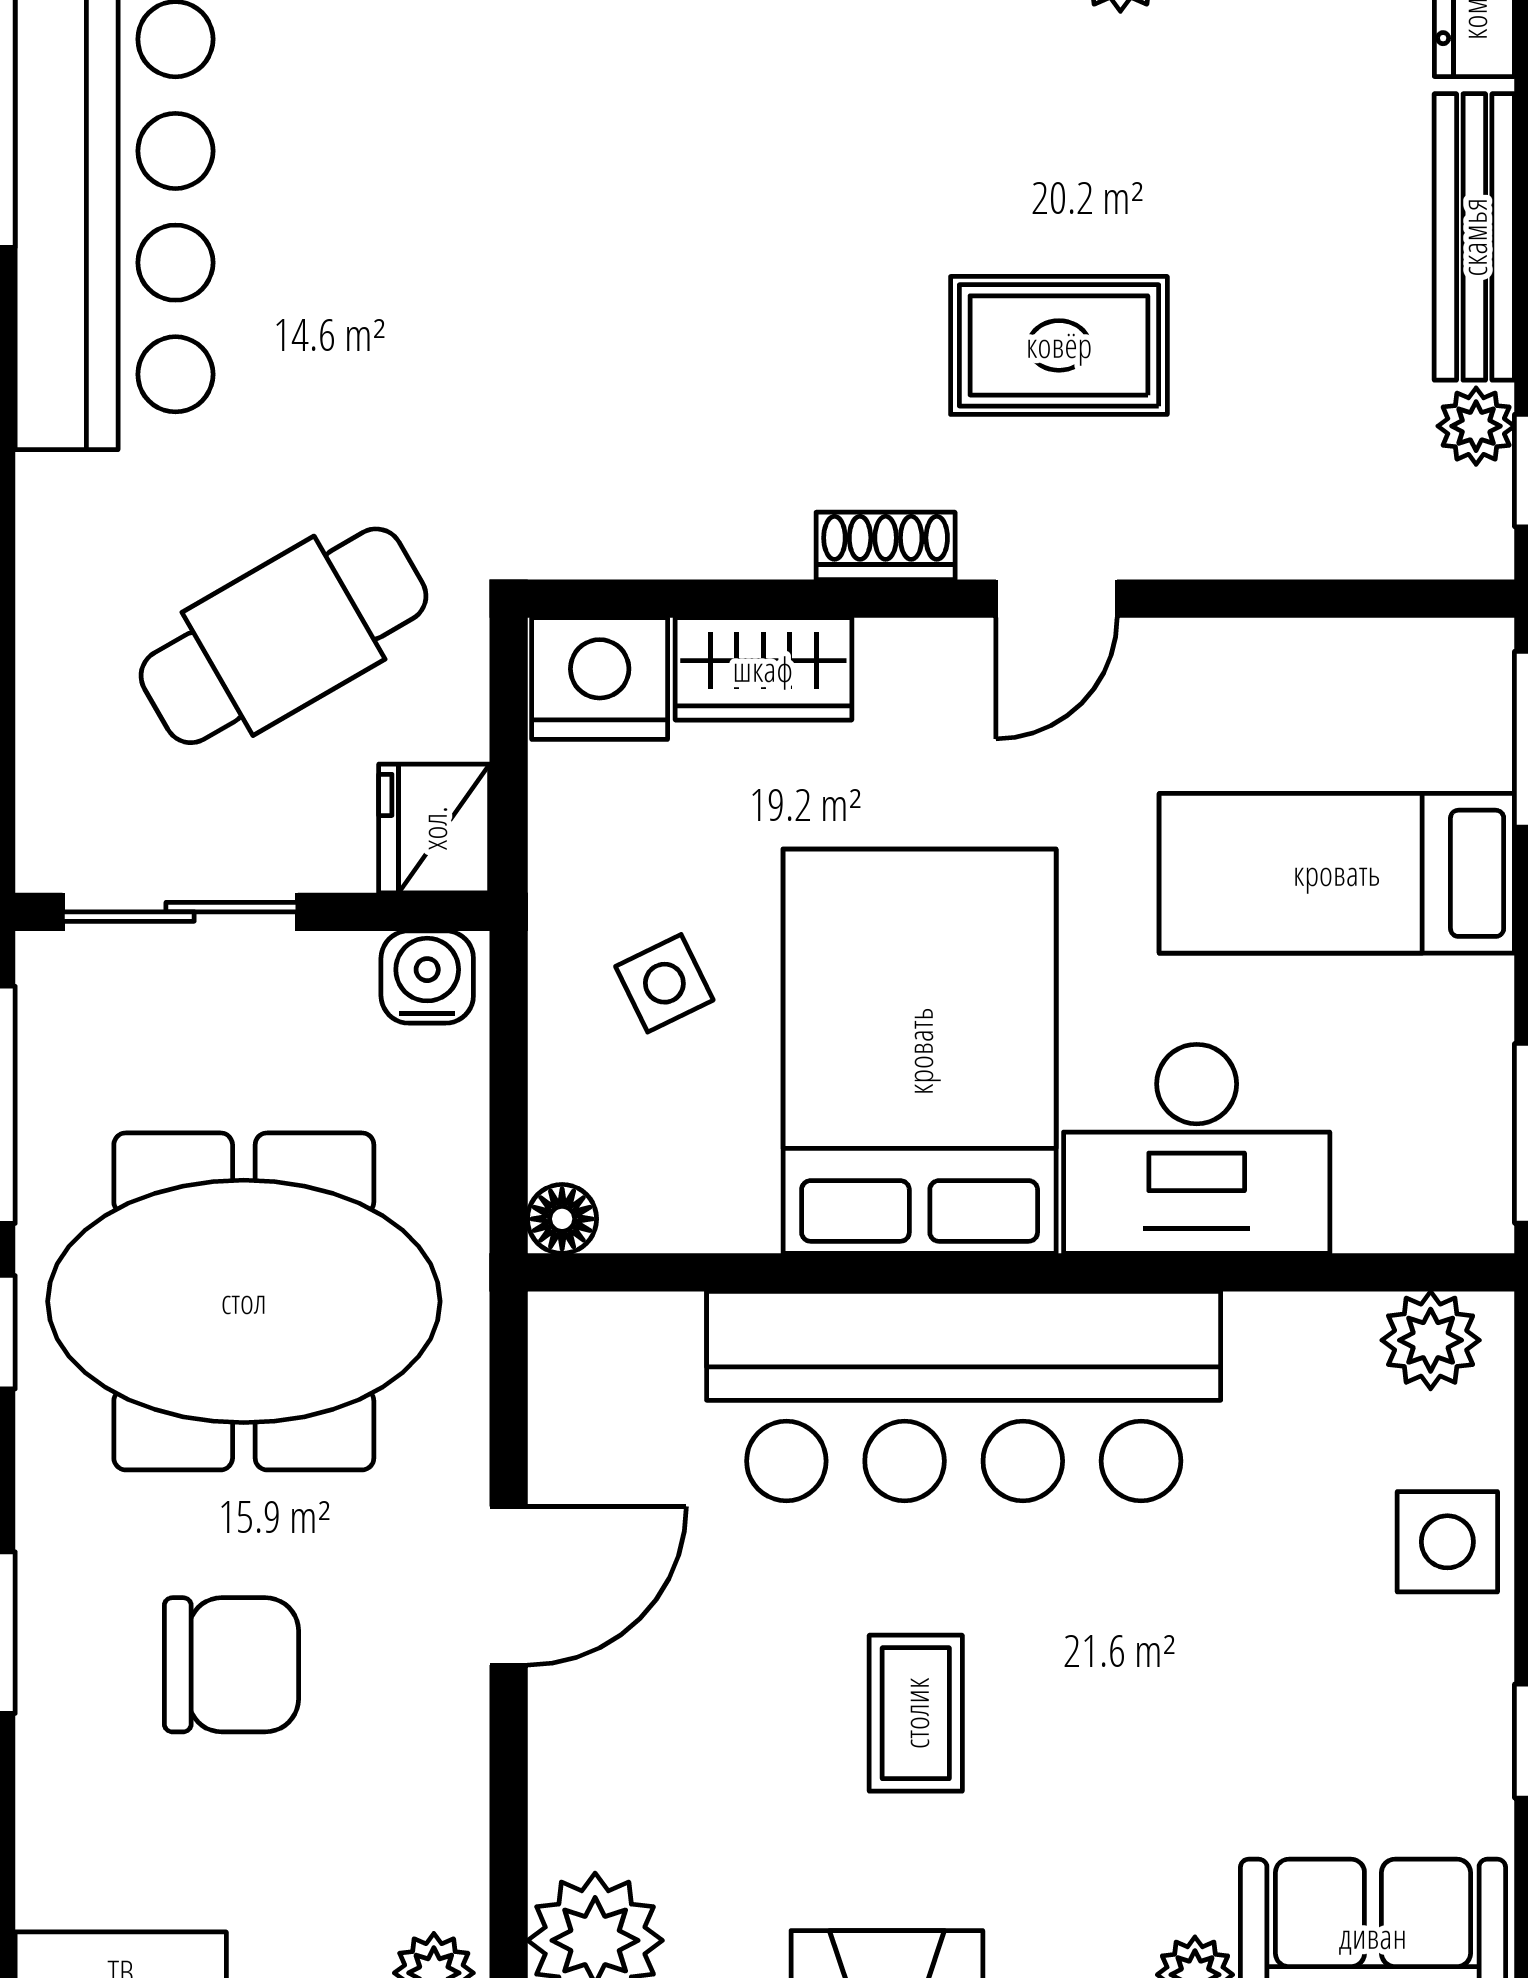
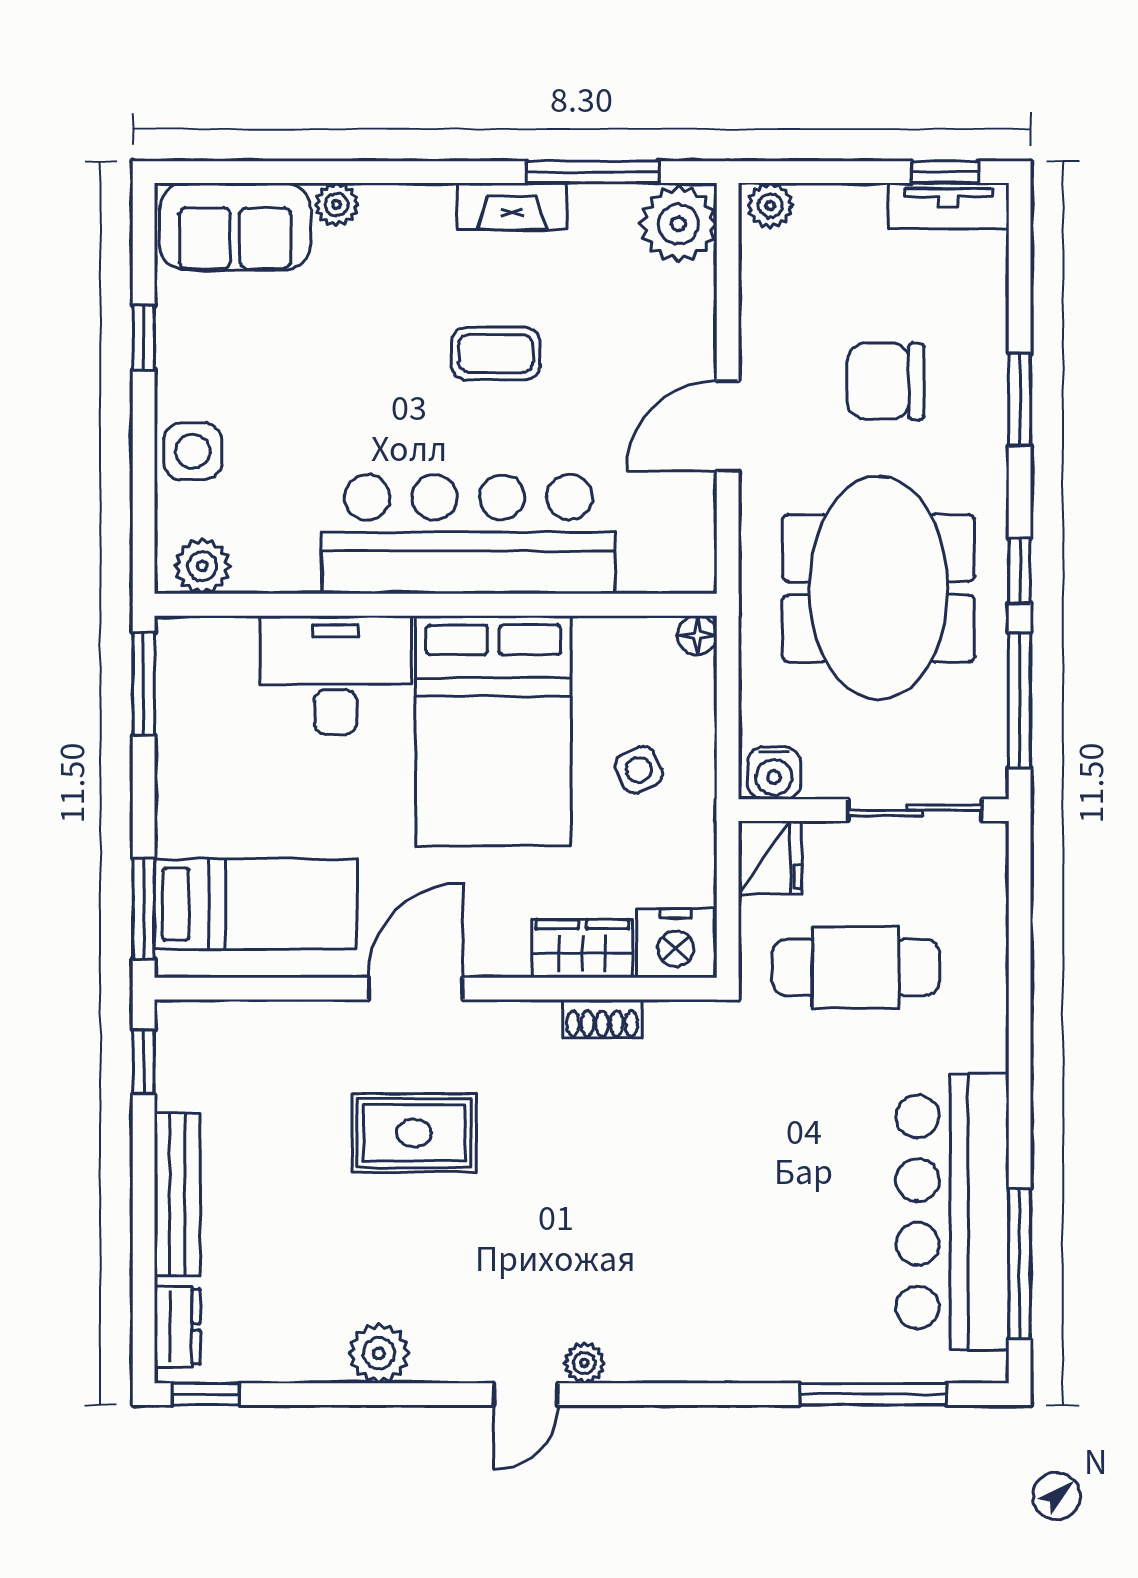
plant: (1476, 426) -> (176, 1087), removed
shoe rack: (886, 546) -> (602, 1019), moved
door: (1056, 599) -> (415, 989), width x1.38
cafe table: (284, 636) -> (856, 967), turned 30
bed: (1337, 873) -> (256, 904), moved
meeting table: (244, 1301) -> (878, 588), turned 90
coffee table: (916, 1713) -> (496, 354), turned 90

